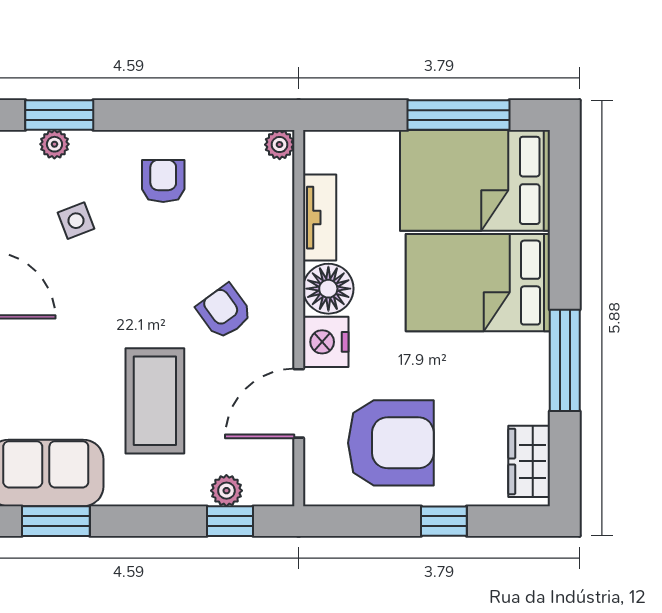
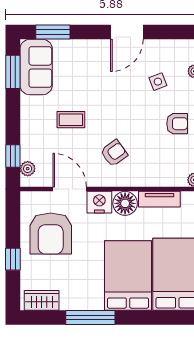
coffee table: (155, 401) -> (71, 120), width x0.54, depth x0.58
plant: (226, 491) -> (28, 169), moved

